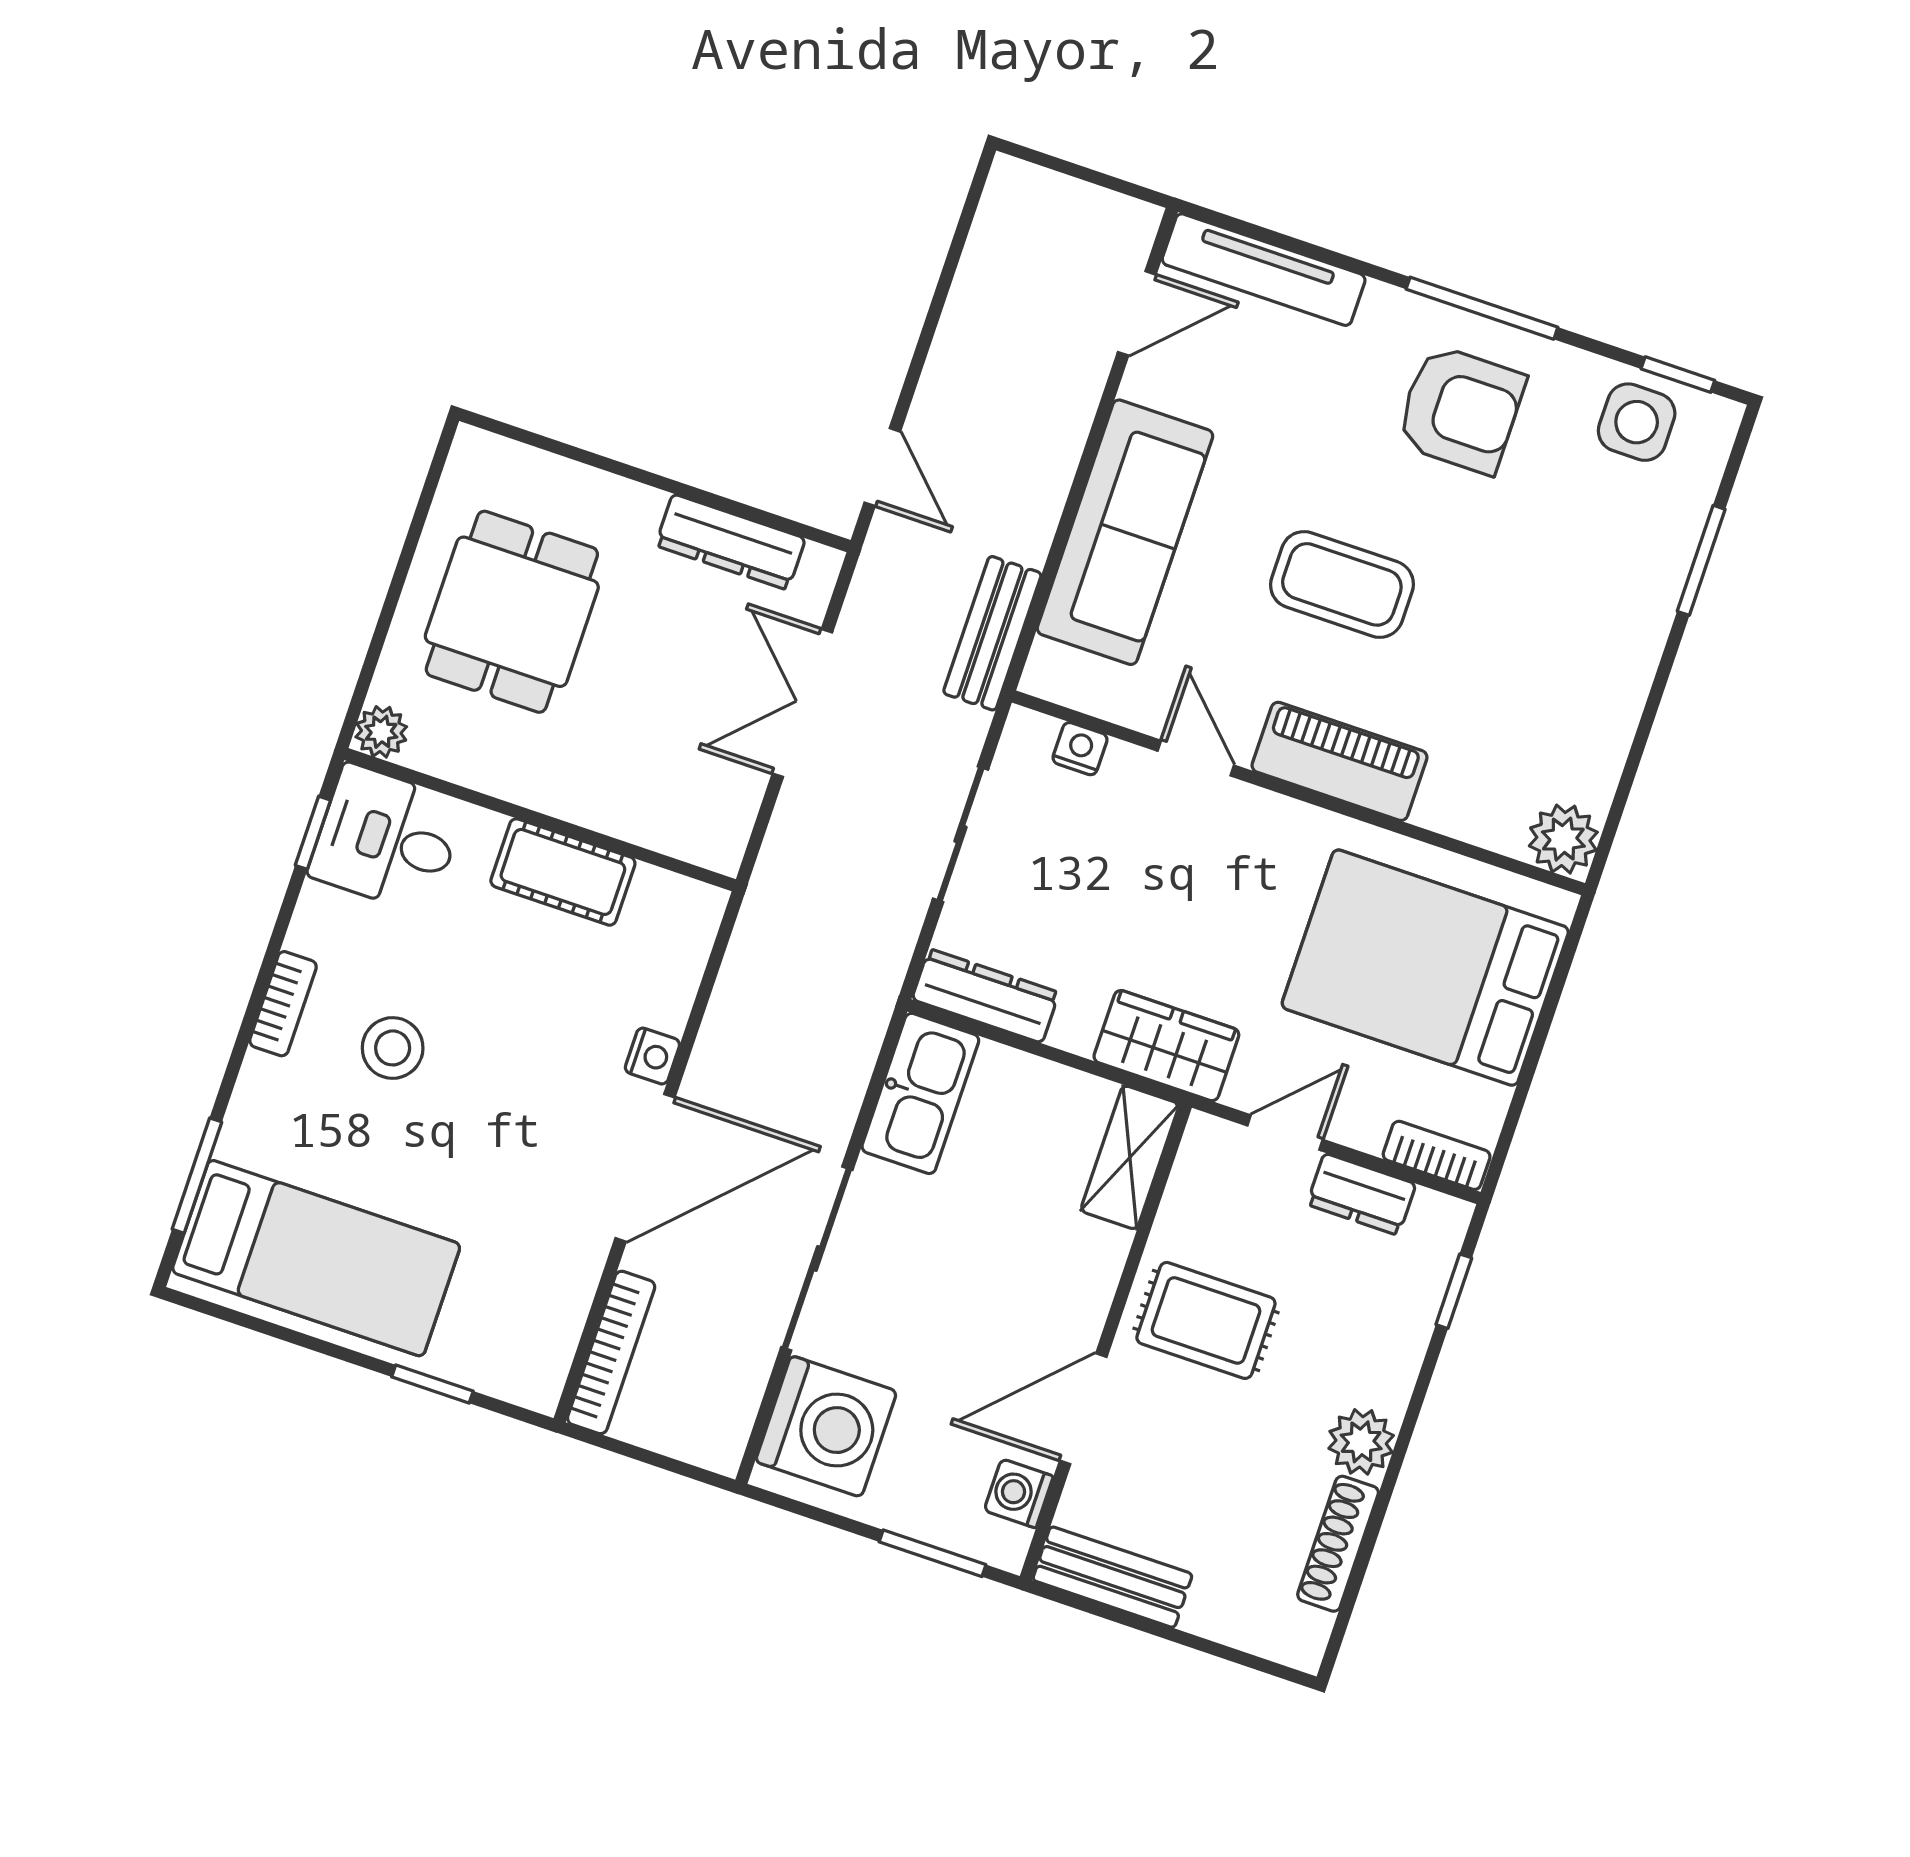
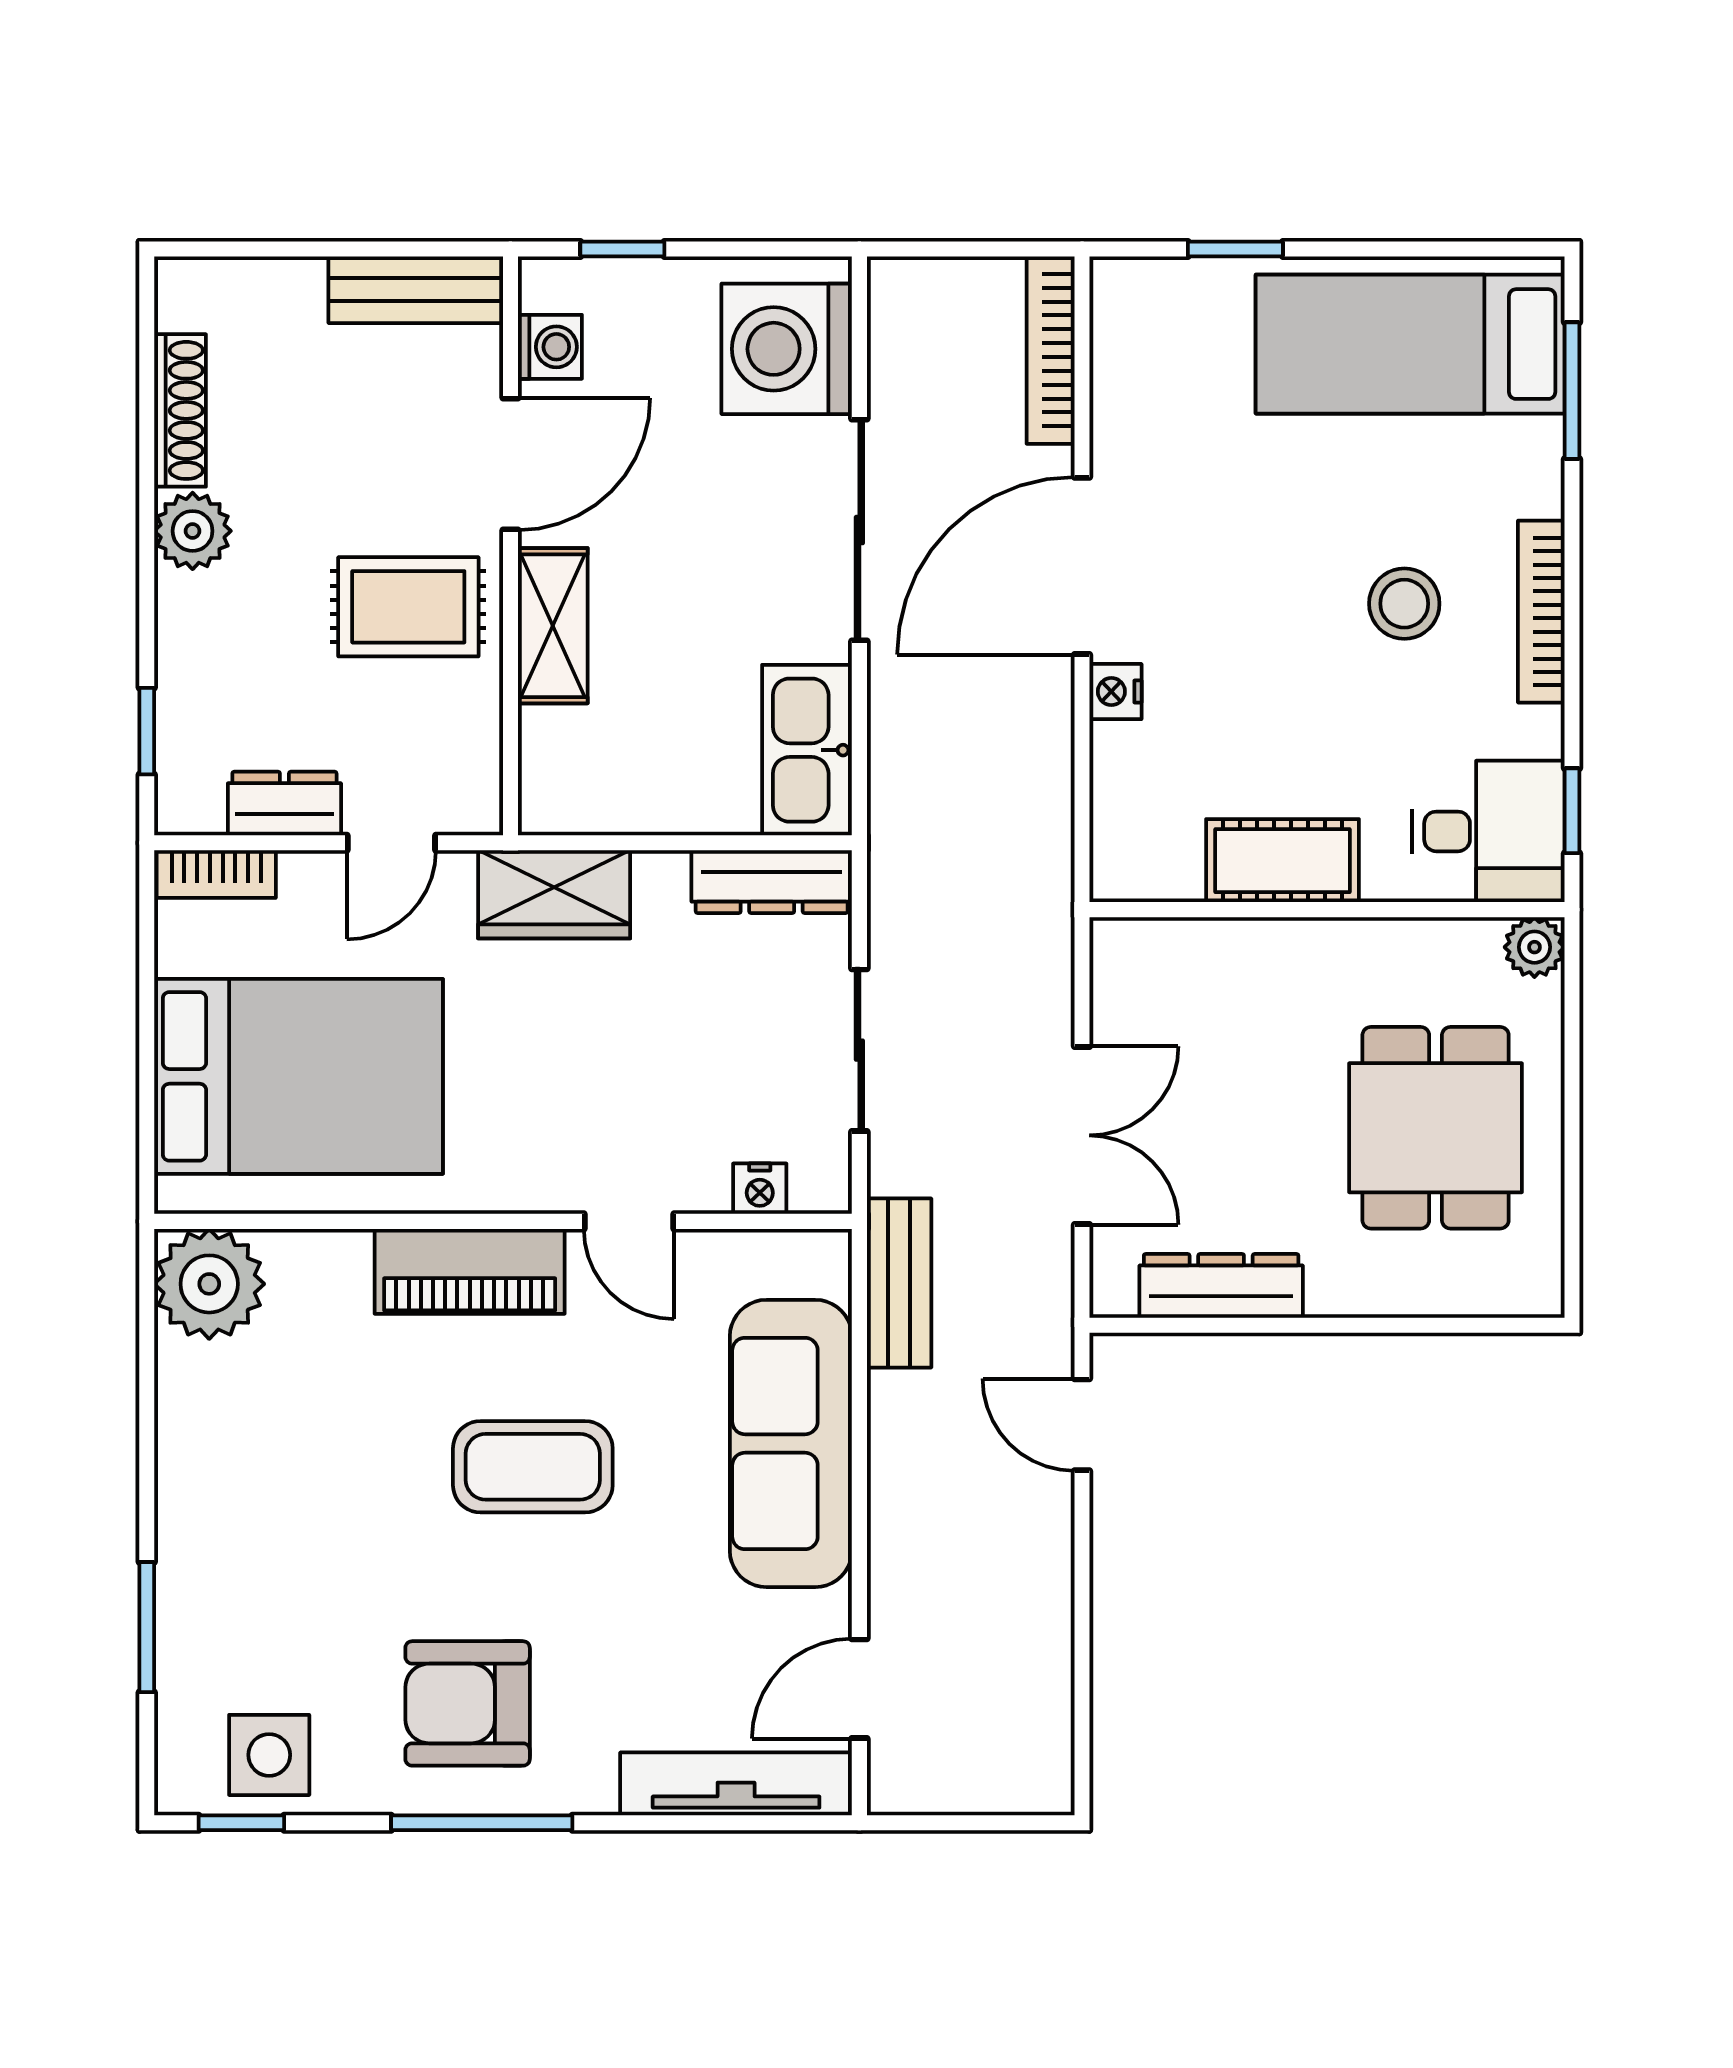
plant: (1563, 839) -> (209, 1284), width x1.36, depth x1.36
bookcase: (283, 1004) -> (1541, 612), width x1.56
shelving: (1130, 1157) -> (553, 626), moved
window: (933, 1553) -> (622, 249), width x0.67

